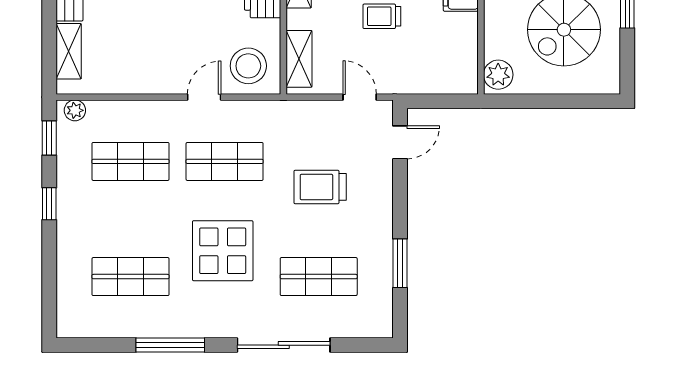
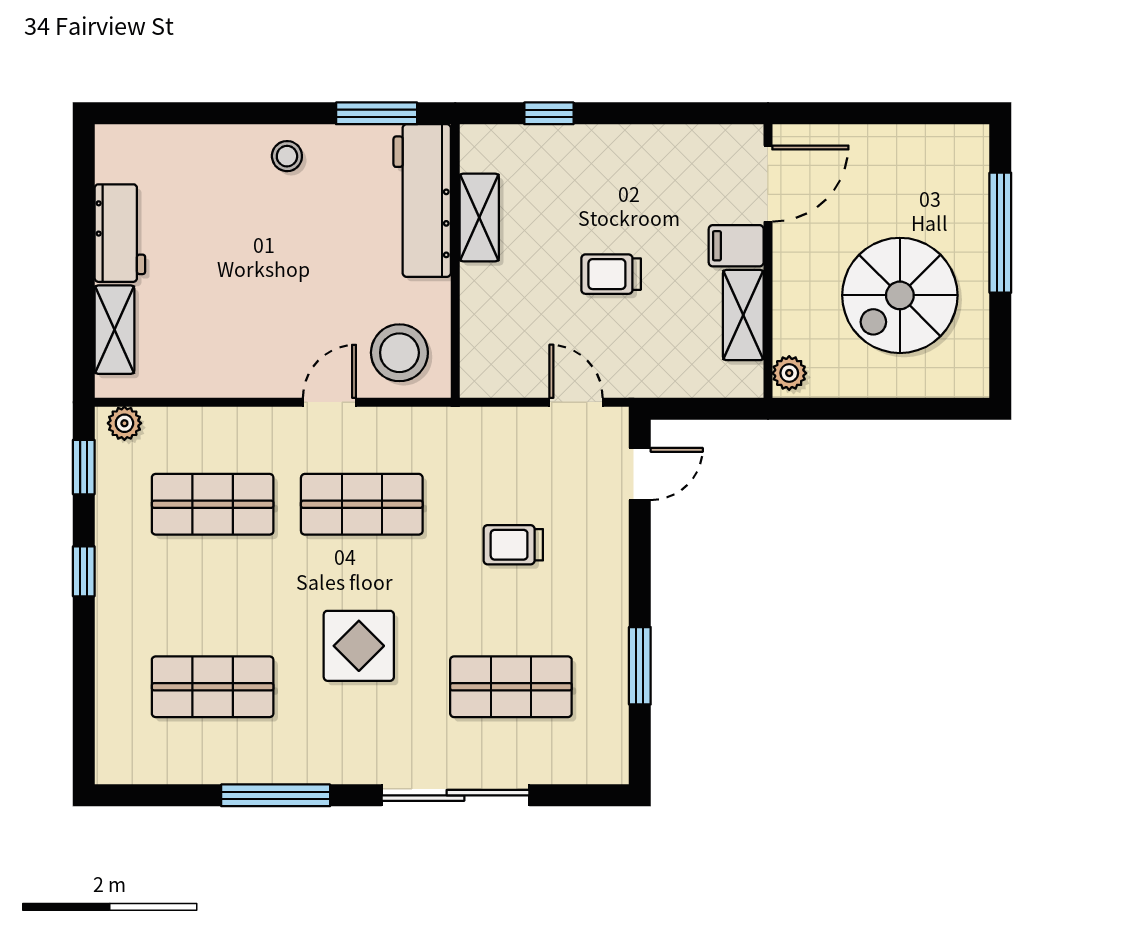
shelving: (299, 59) -> (743, 315), moved
plant: (498, 75) -> (789, 373), width x0.73, depth x0.73
trolley: (320, 187) -> (513, 545), width x0.73, depth x0.72
display table: (223, 251) -> (359, 646), width x0.73, depth x0.73

